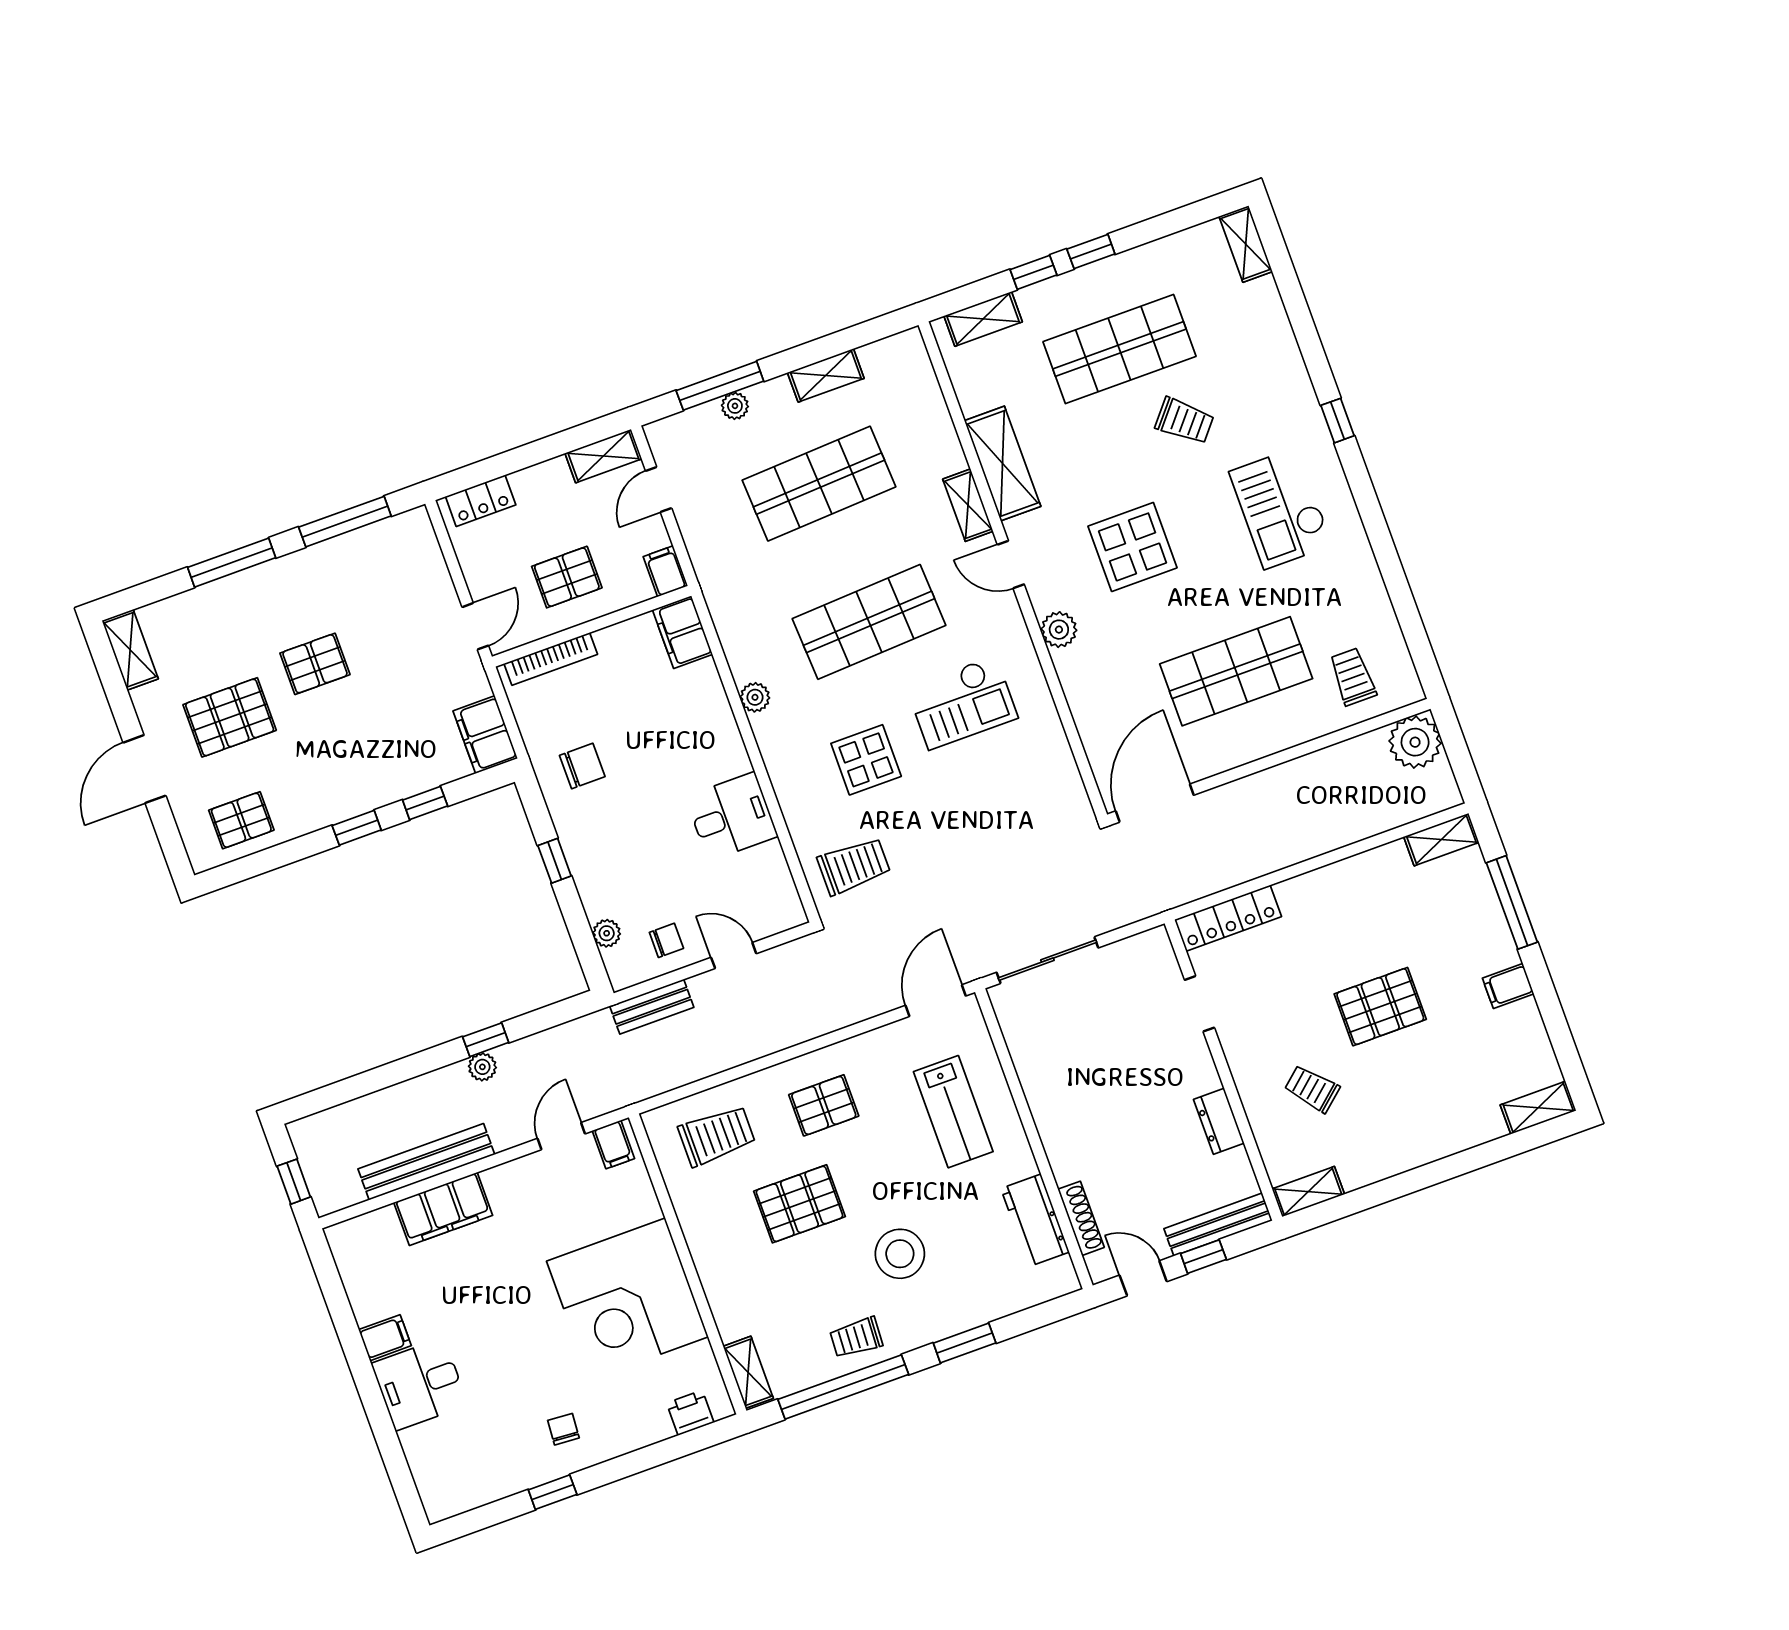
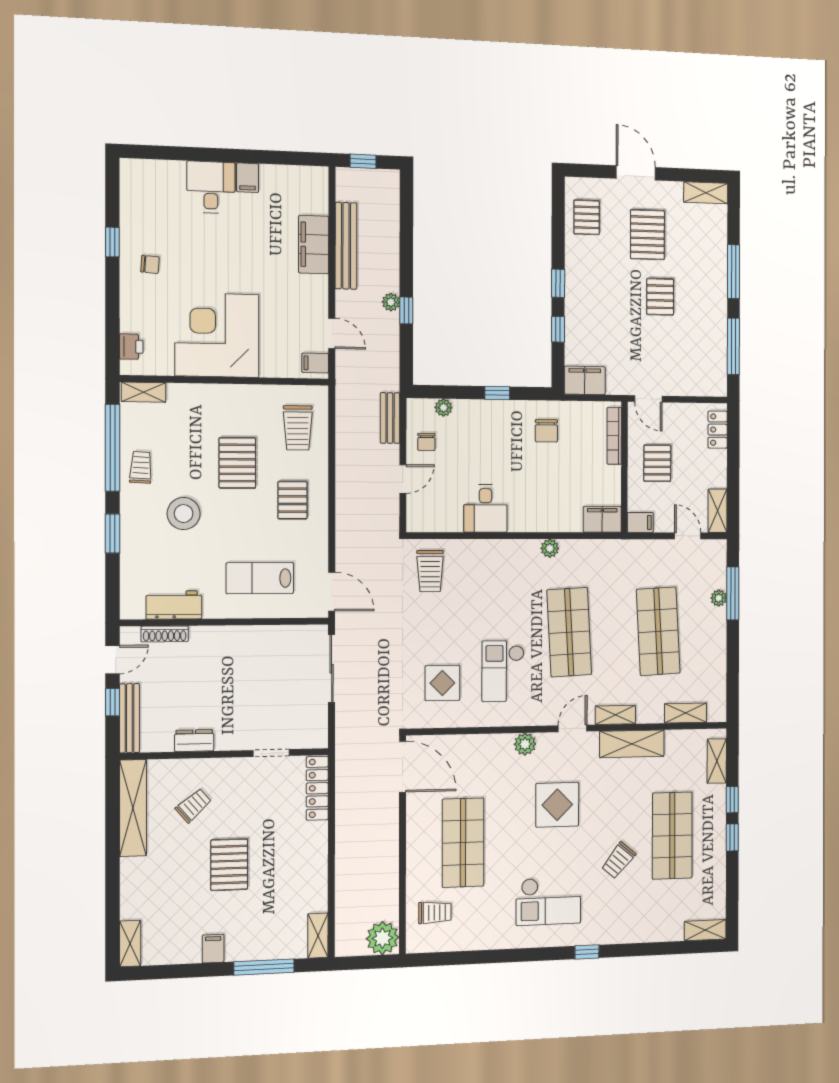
shelving: (826, 375) -> (685, 713), moved, turned 90
checkout: (1281, 508) -> (548, 901), turned 180
display table: (866, 760) -> (442, 683), moved
shelving: (1308, 1192) -> (133, 808), width x2.20, depth x1.33

